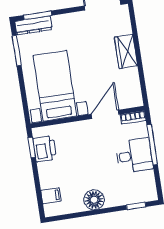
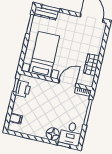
wardrobe: (126, 52) -> (91, 65), moved
desk: (134, 156) -> (71, 134), moved, turned 90
floor lamp: (94, 200) -> (53, 134), moved

